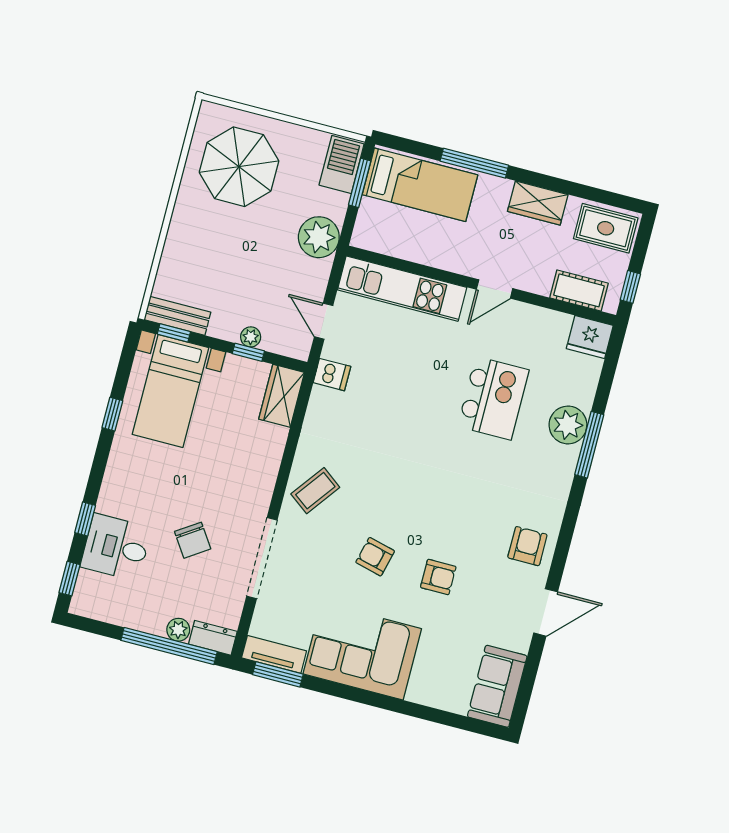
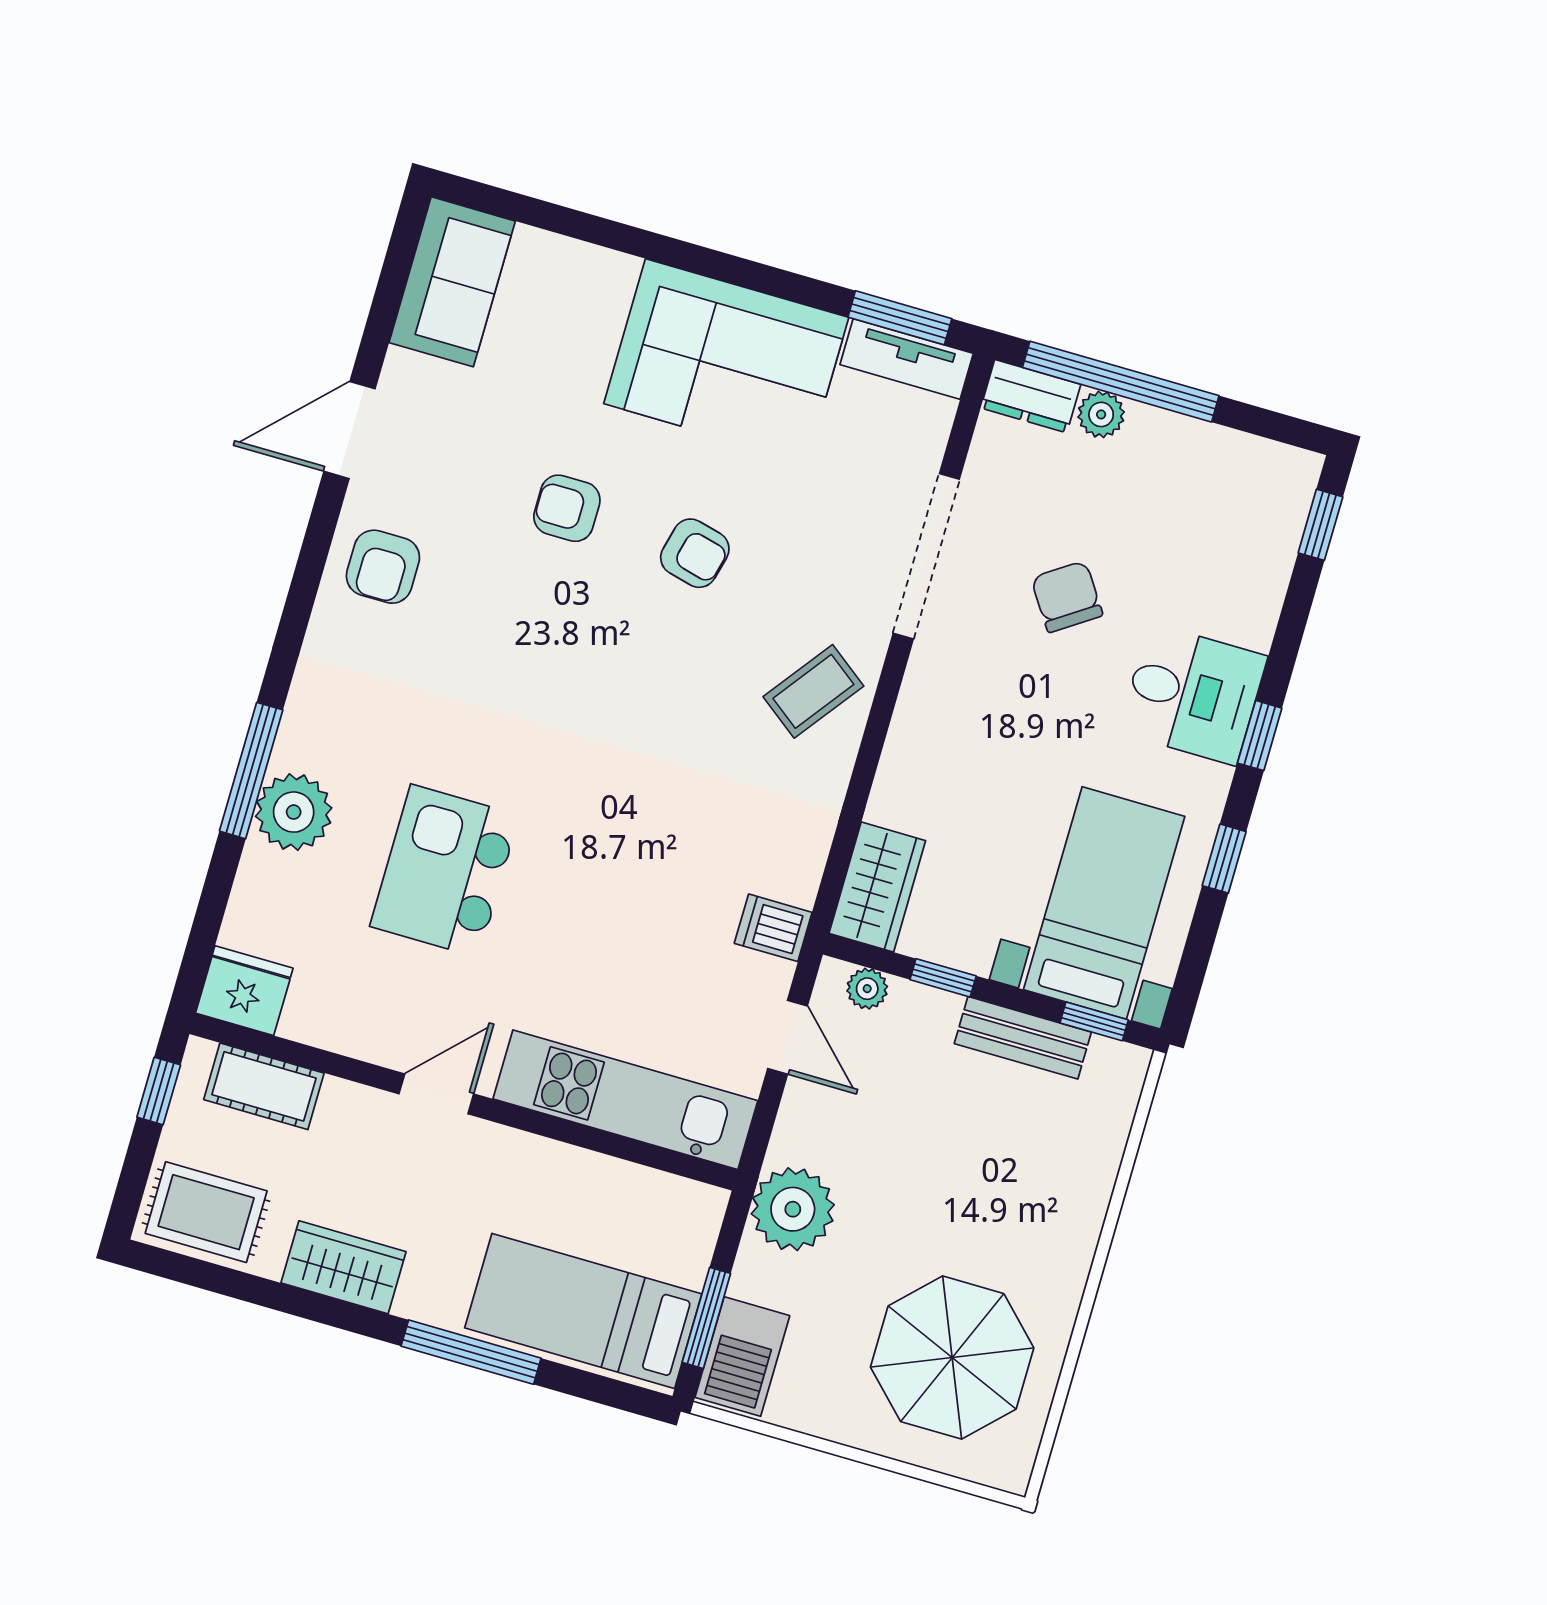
bench: (177, 316) -> (1023, 1038), moved
plant: (251, 337) -> (867, 989), moved
window: (85, 519) -> (1260, 736), moved
desk: (116, 547) -> (1193, 694), moved

